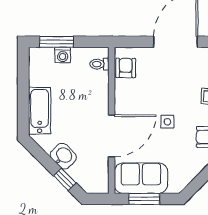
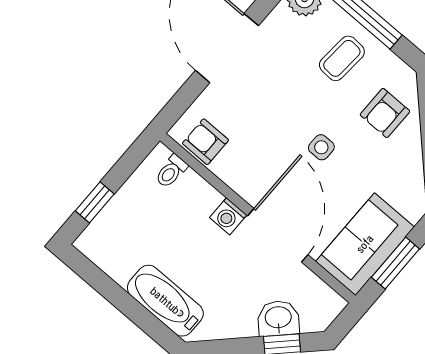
window: (56, 42) -> (95, 202), width x0.67
washing machine: (63, 55) -> (228, 216), moved, turned 90
washbasin: (63, 156) -> (278, 318), moved

